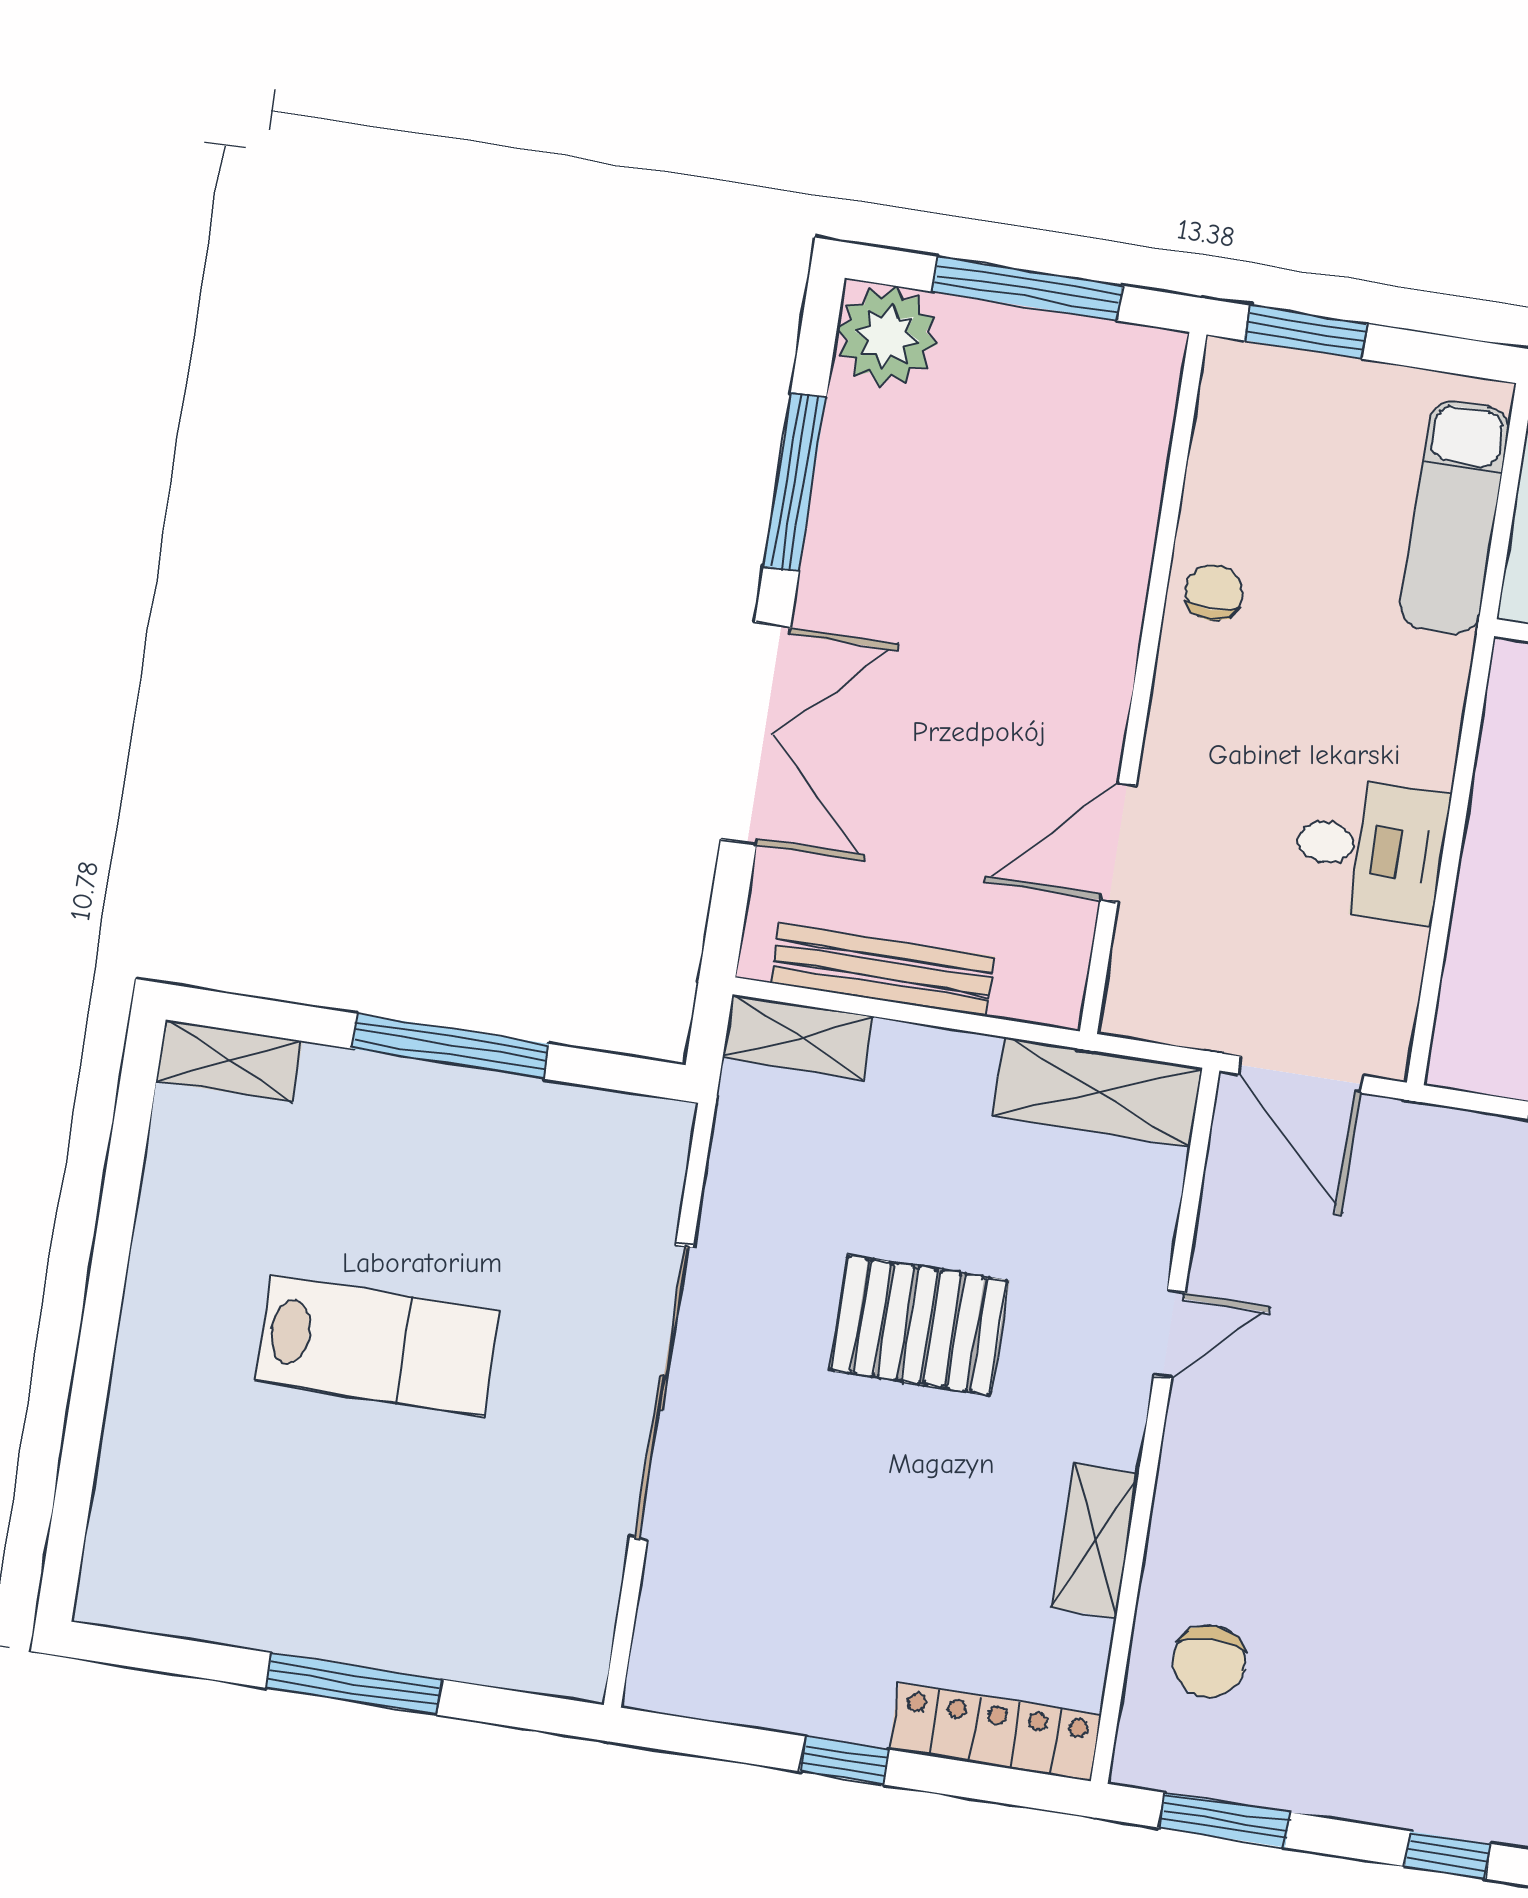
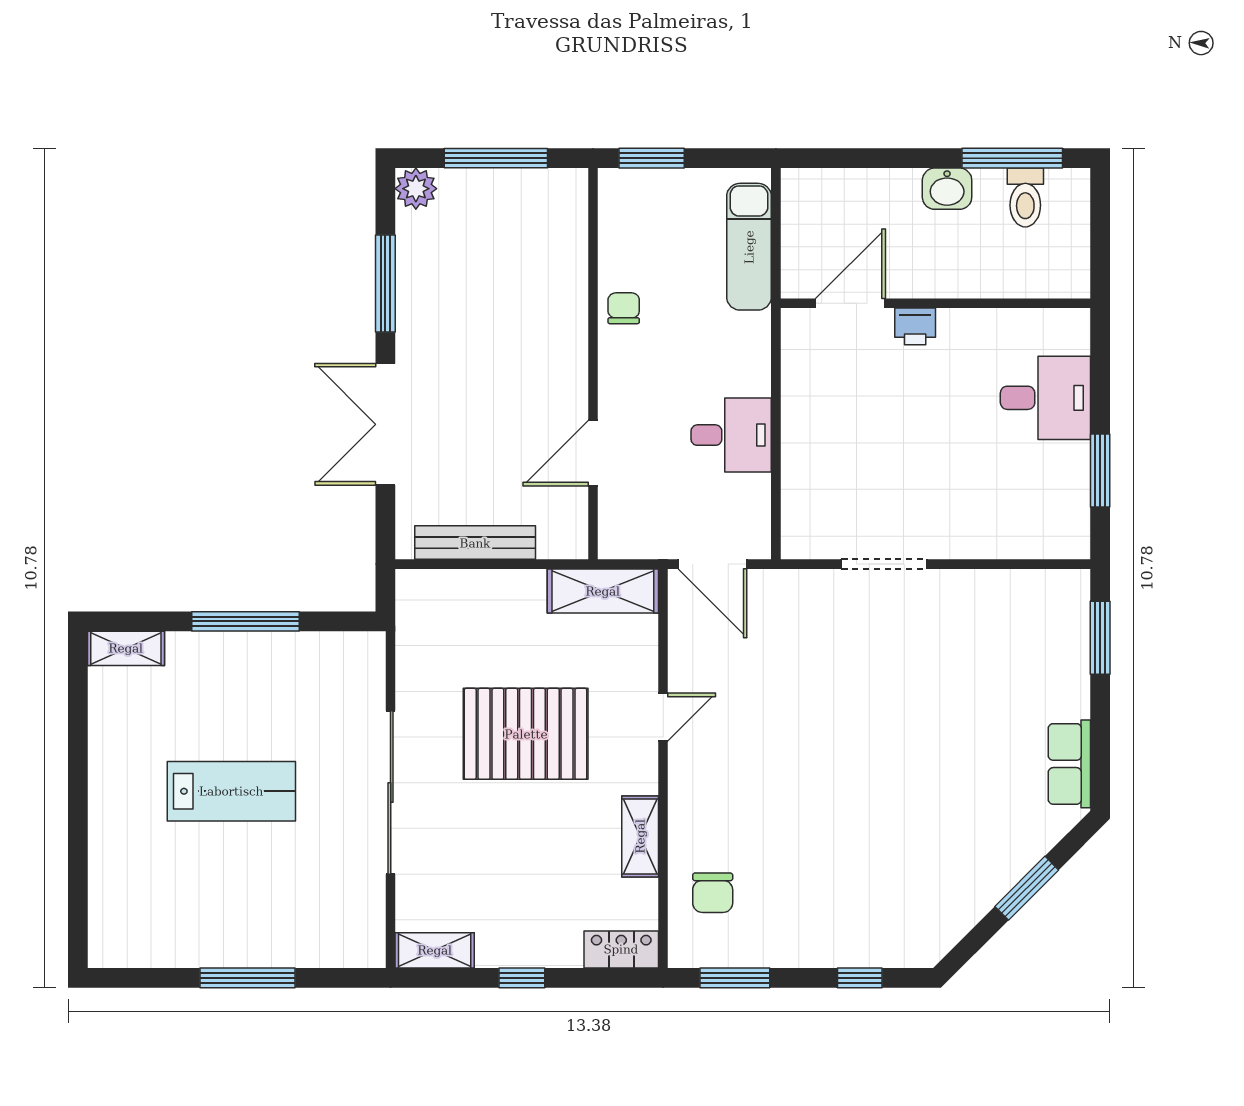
plant: (887, 336) -> (416, 189), width x0.73, depth x0.73
double door: (755, 733) -> (385, 424), swing flipped
shelving: (798, 1037) -> (435, 950), moved
pallet: (919, 1325) -> (526, 734), width x1.37, depth x1.41
locker: (995, 1732) -> (621, 949), width x0.66

